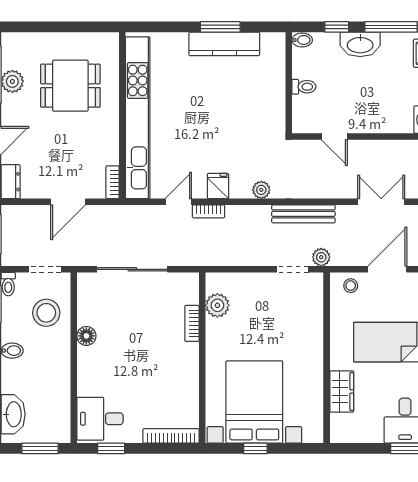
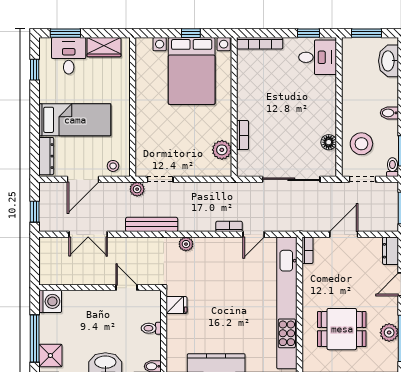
fridge: (218, 186) -> (176, 305), moved, turned -90
floor lamp: (86, 336) -> (329, 142), moved
wardrobe: (342, 392) -> (104, 47), moved, turned -90

